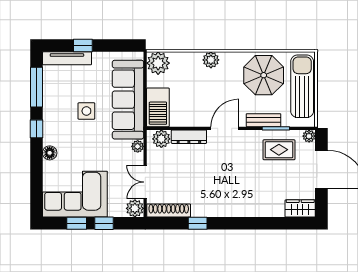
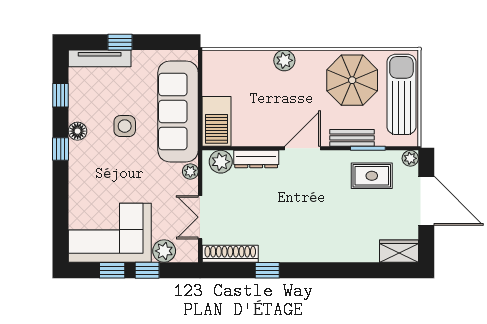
plant: (158, 63) -> (217, 65), removed
window: (36, 87) -> (61, 95), width x0.46
floor lamp: (50, 153) -> (78, 131), moved
plant: (135, 208) -> (164, 251), moved

